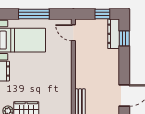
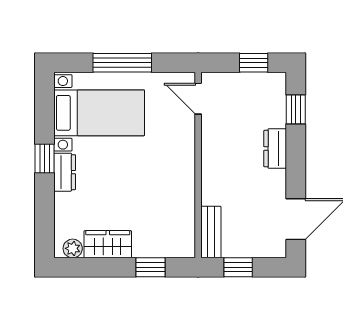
dresser: (114, 34) -> (275, 149), moved, width x0.70

